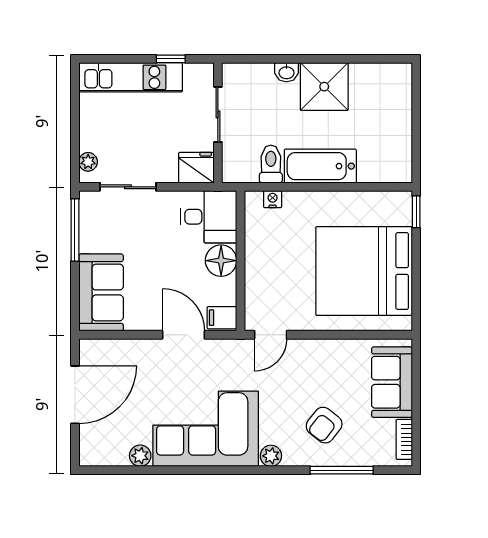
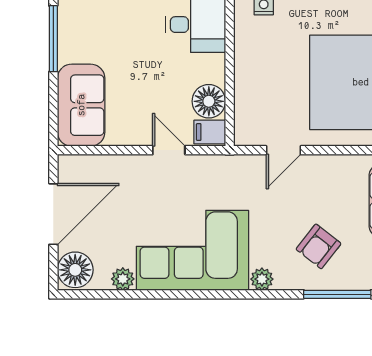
floor lamp: (221, 261) -> (209, 101), moved
door: (183, 335) -> (169, 150), width x0.73
door: (271, 335) -> (283, 150), moved
floor lamp: (96, 447) -> (75, 270), added

